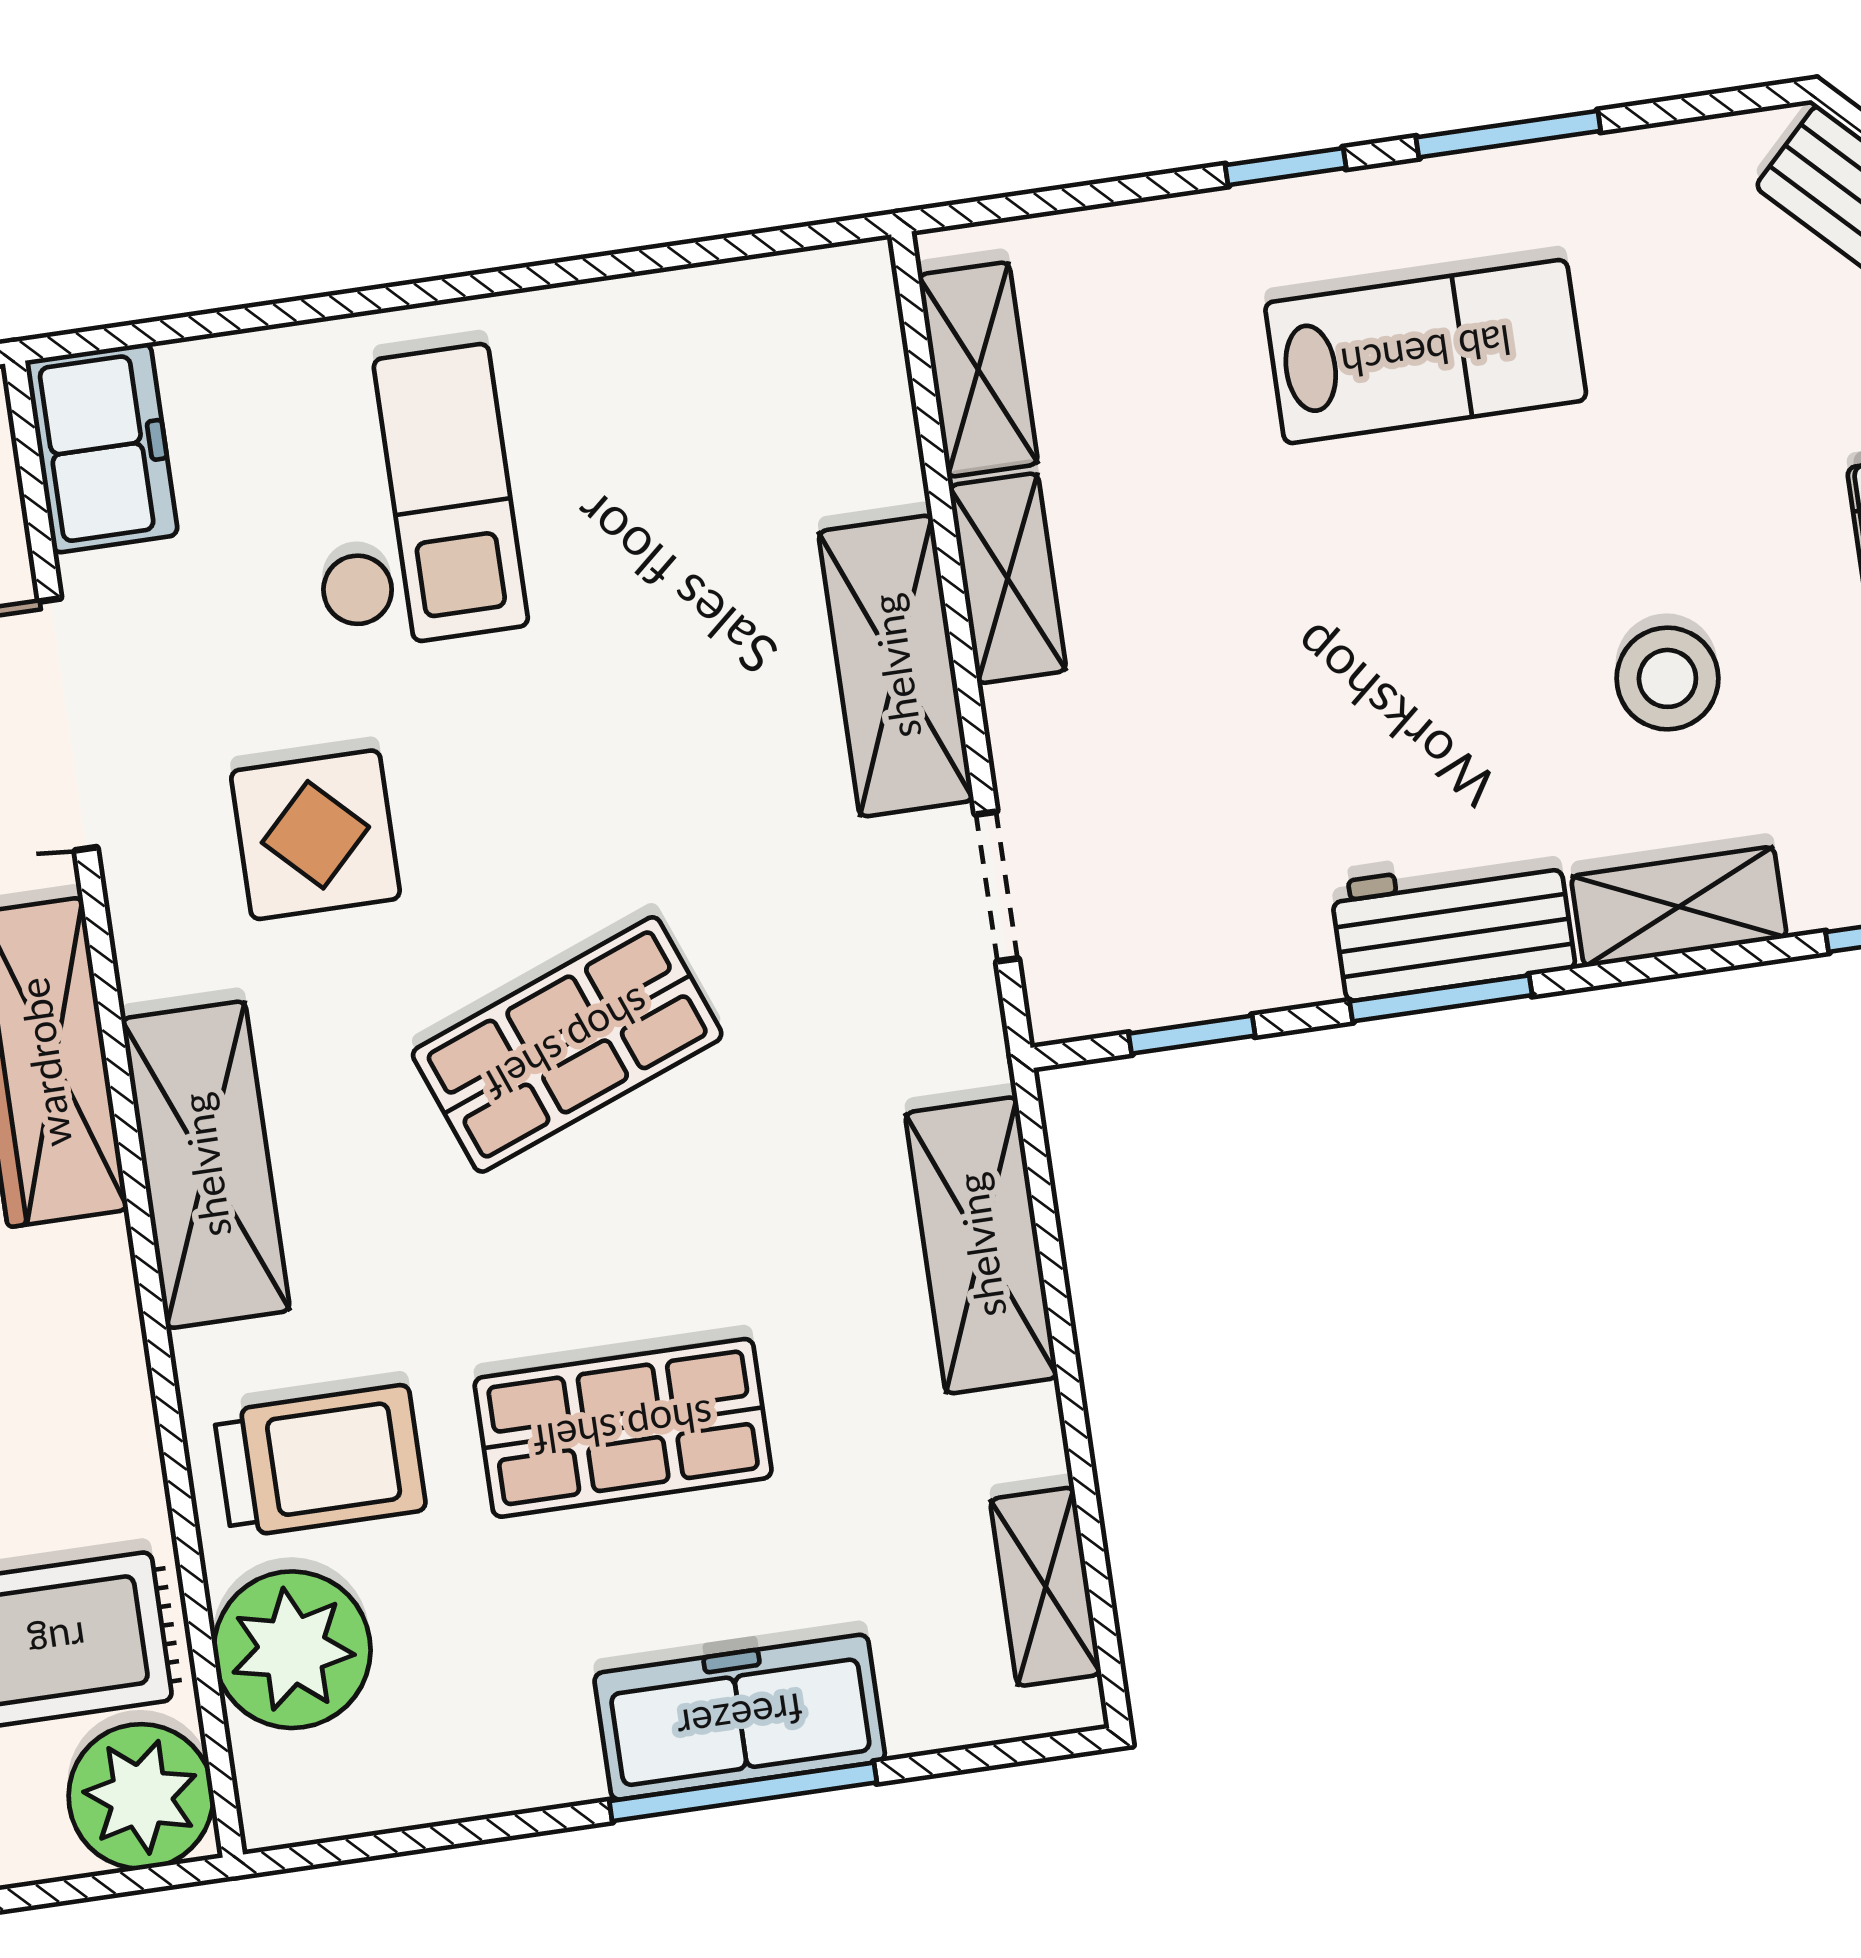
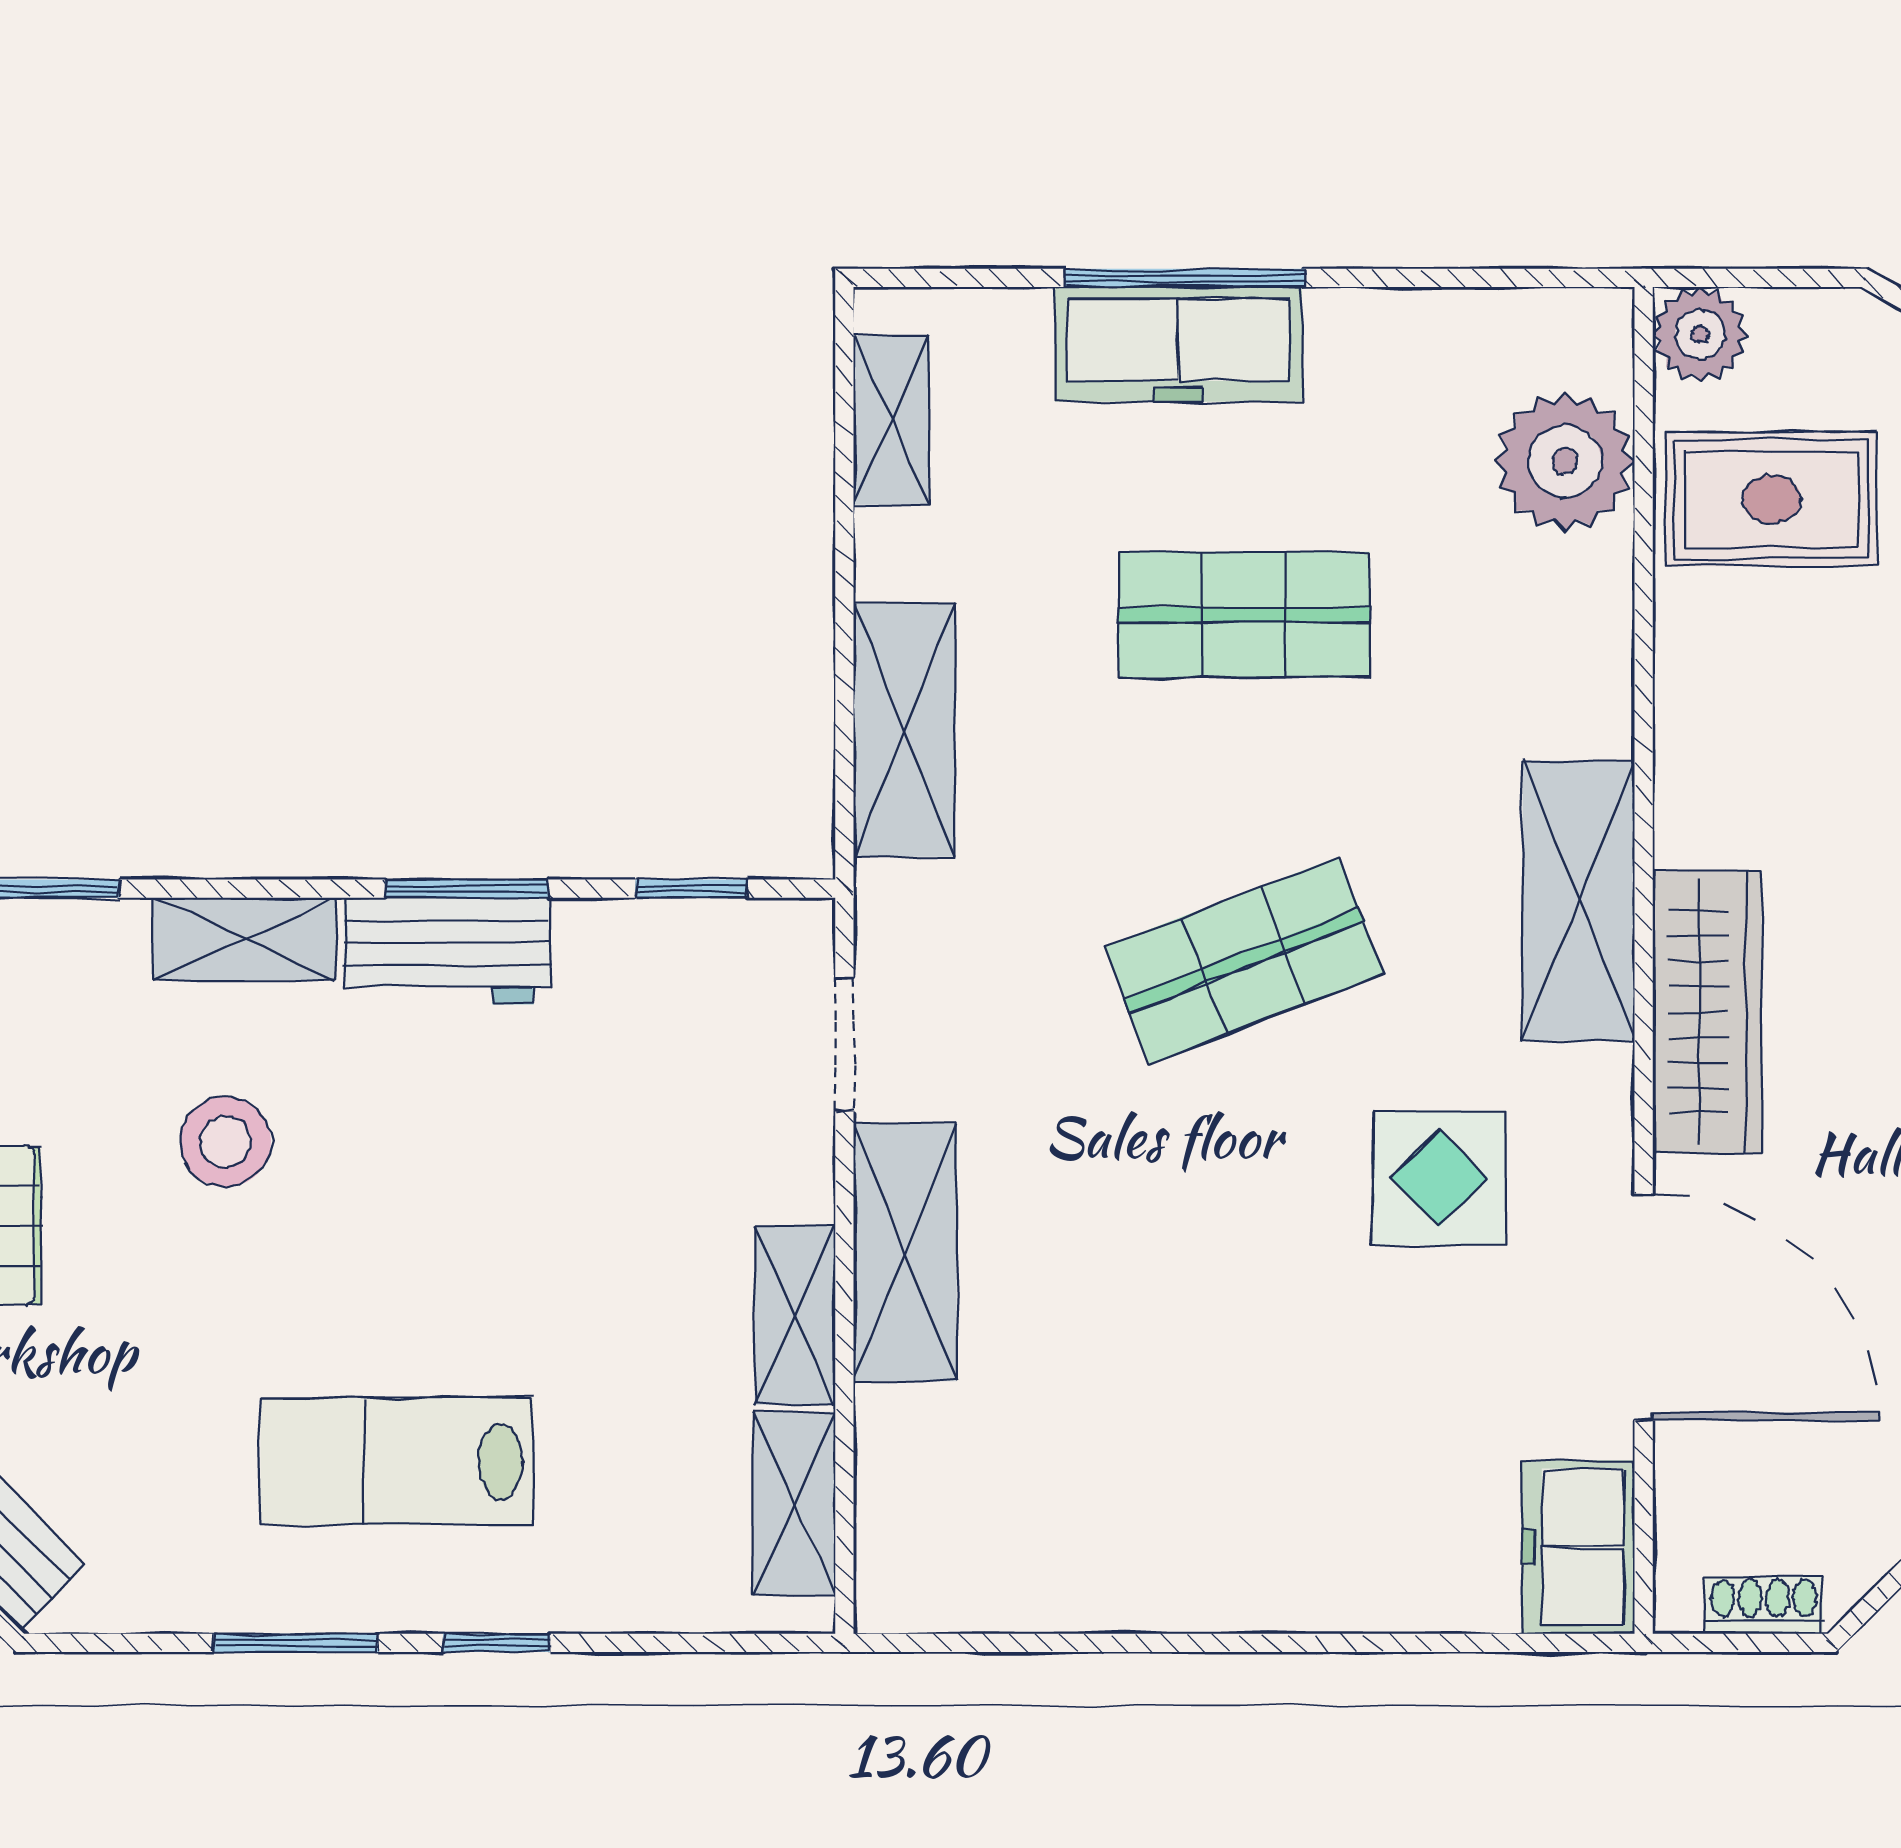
checkout: (409, 499) -> (1313, 1463), removed
trolley: (320, 1461) -> (1516, 624), removed
plant: (141, 1796) -> (1700, 334), width x0.73, depth x0.73

